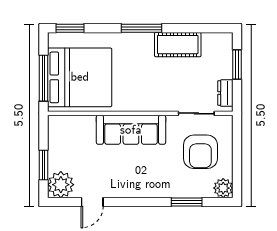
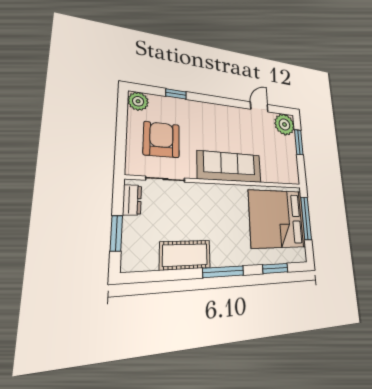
window: (70, 28) -> (275, 268), moved
window: (187, 202) -> (176, 94), width x0.67

